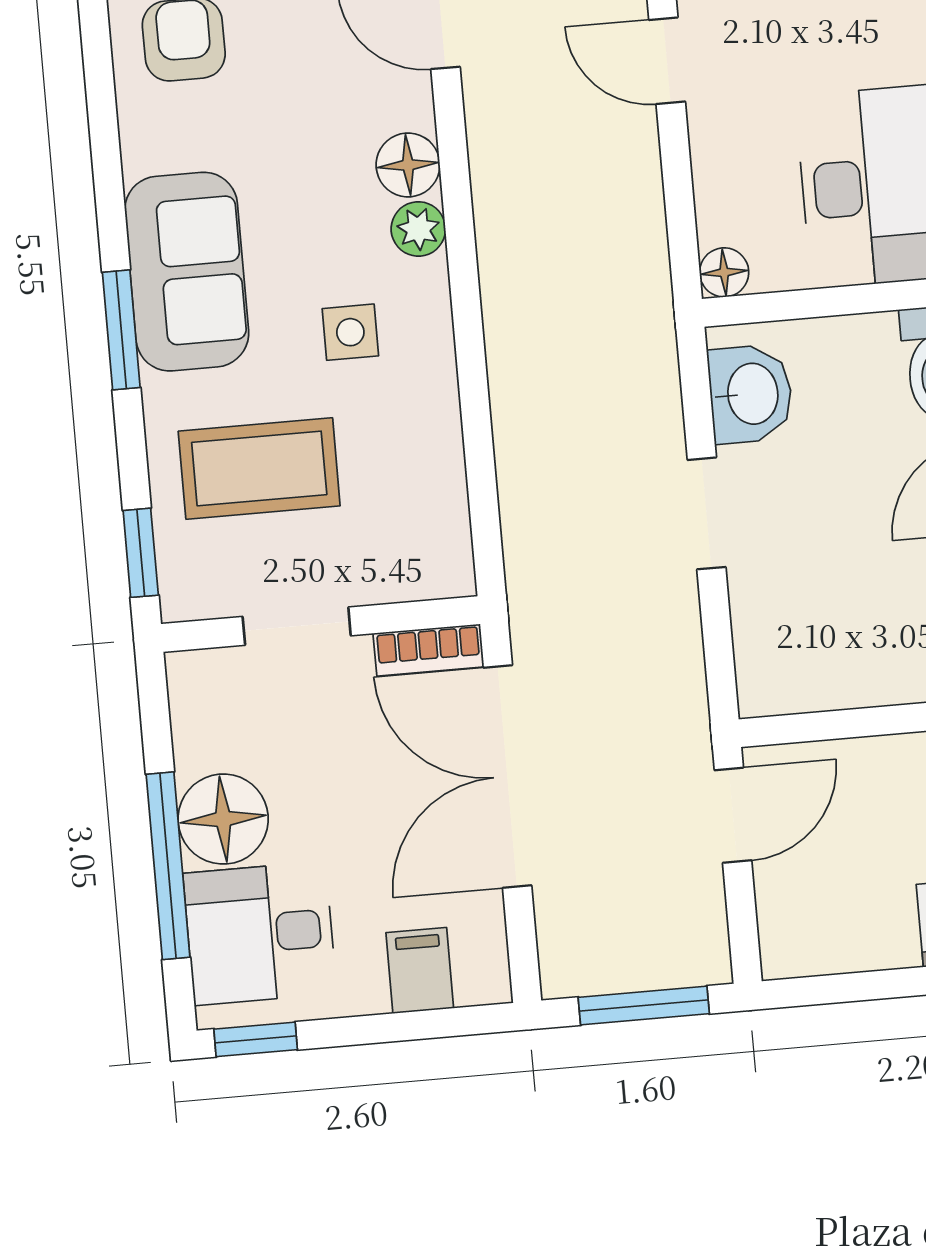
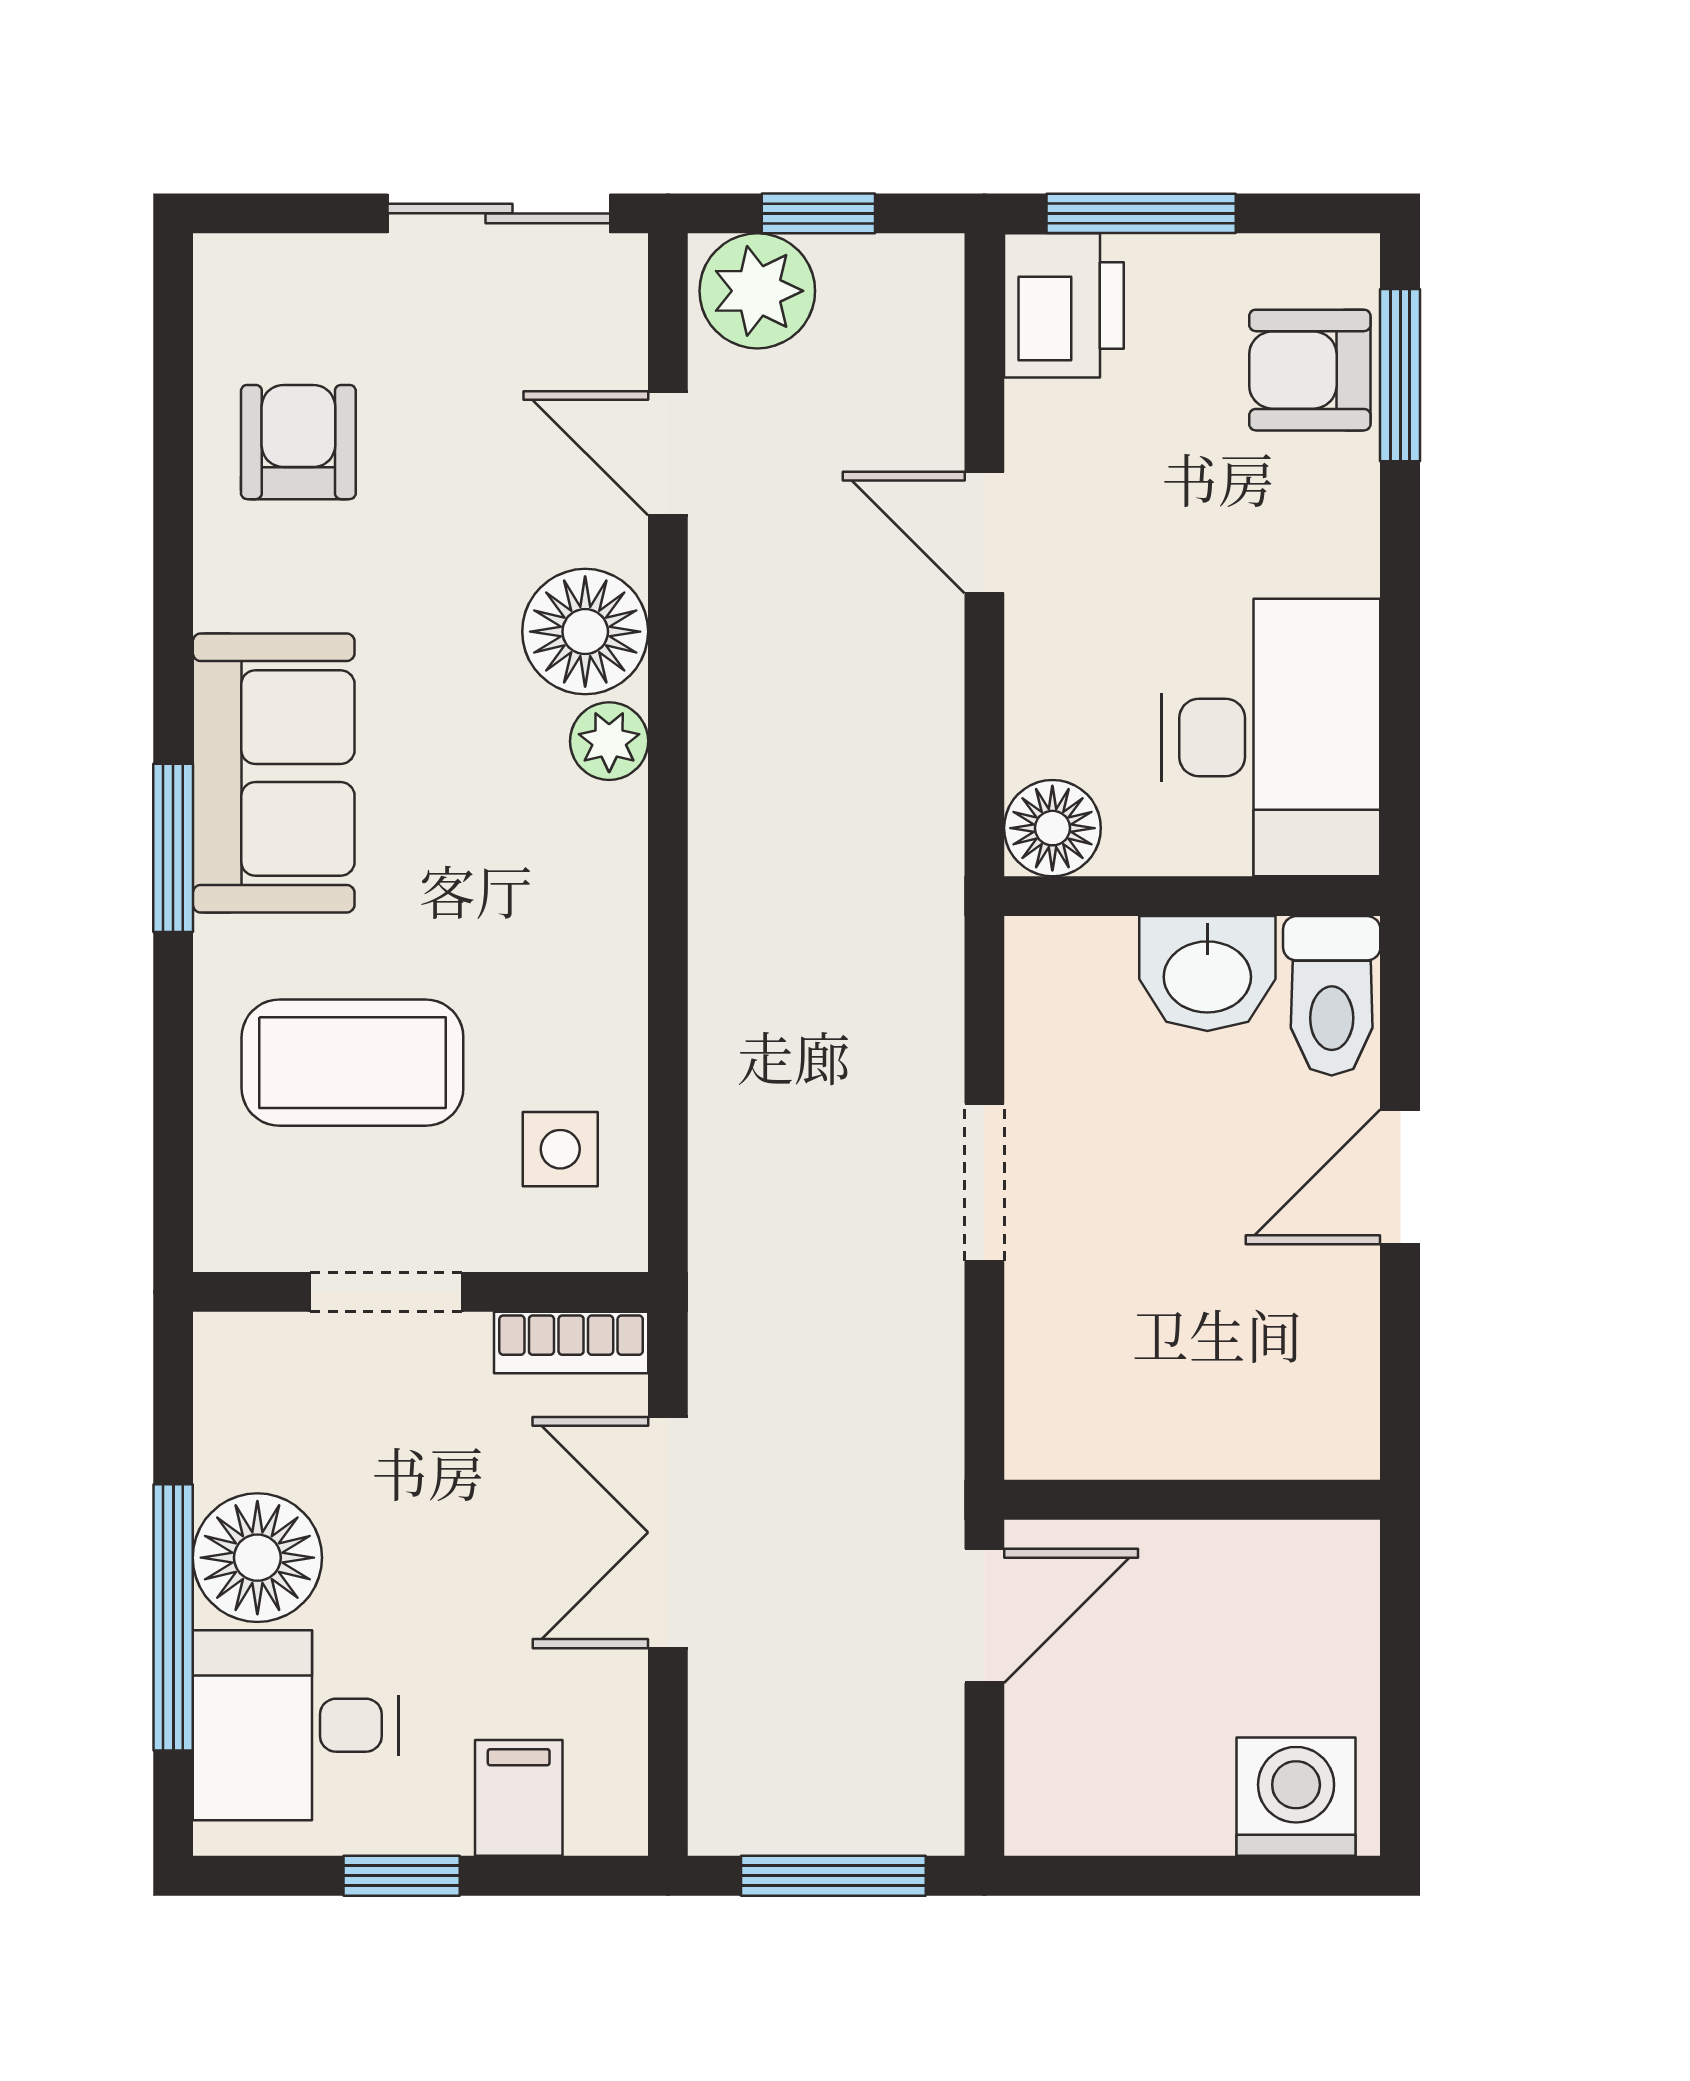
floor lamp: (408, 165) -> (585, 632), width x1.38, depth x1.38
floor lamp: (724, 272) -> (1052, 828), width x1.37, depth x1.37
side table: (350, 332) -> (560, 1149), moved
washbasin: (750, 394) -> (1207, 973), moved, turned 90
window: (141, 553) -> (173, 1168), removed
double door: (507, 777) -> (668, 1532), width x0.73
window: (256, 1039) -> (402, 1876), moved

